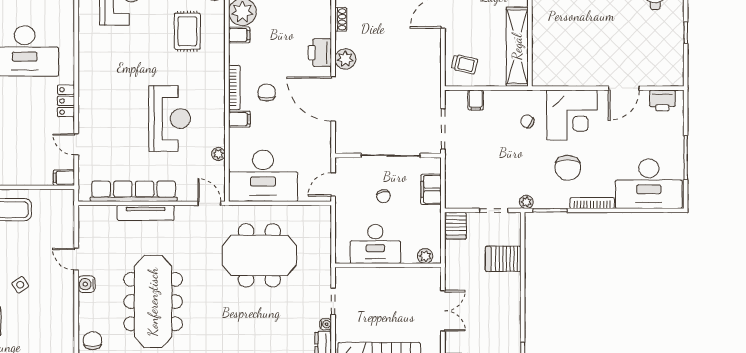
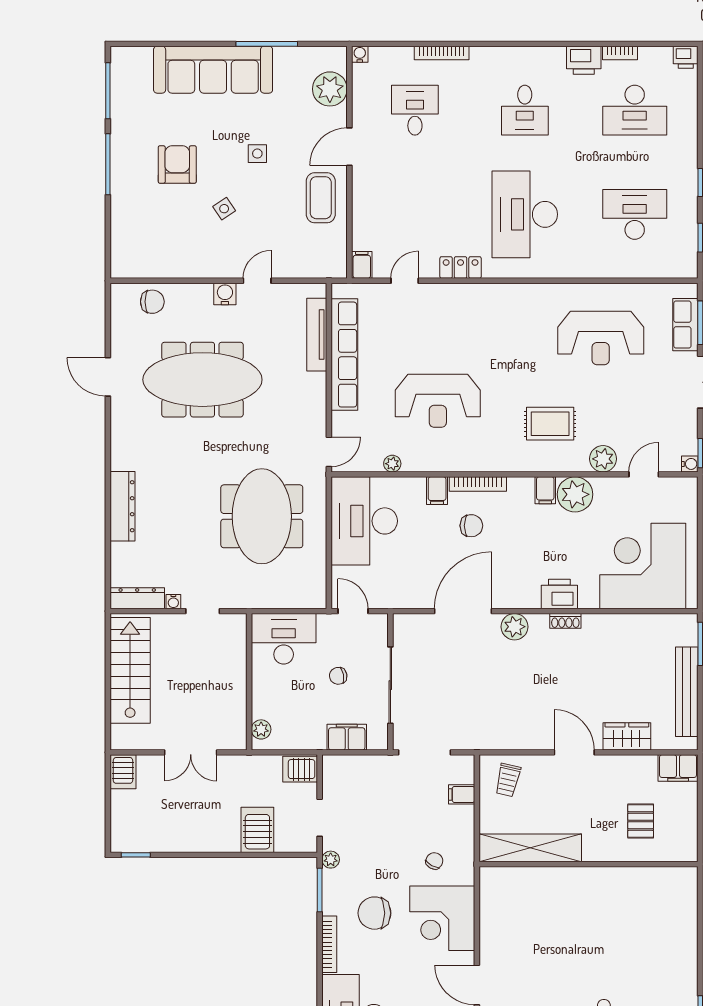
printer: (320, 53) -> (559, 594), moved
tv unit: (146, 213) -> (317, 335), moved
desk: (375, 244) -> (284, 639), moved, turned 90

